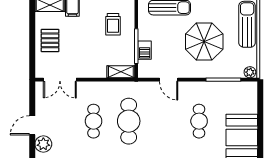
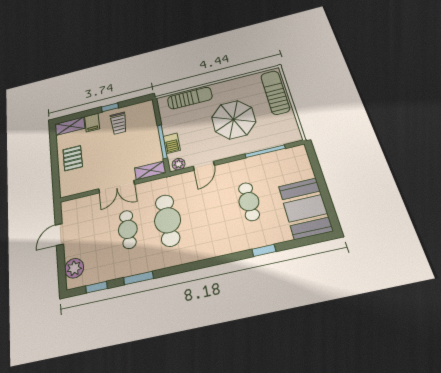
trolley: (113, 24) -> (119, 123), moved
plant: (250, 72) -> (179, 164), moved
double door: (60, 80) -> (117, 187), moved
door: (169, 80) -> (204, 166), hinge flipped
door: (32, 125) -> (59, 235), moved

